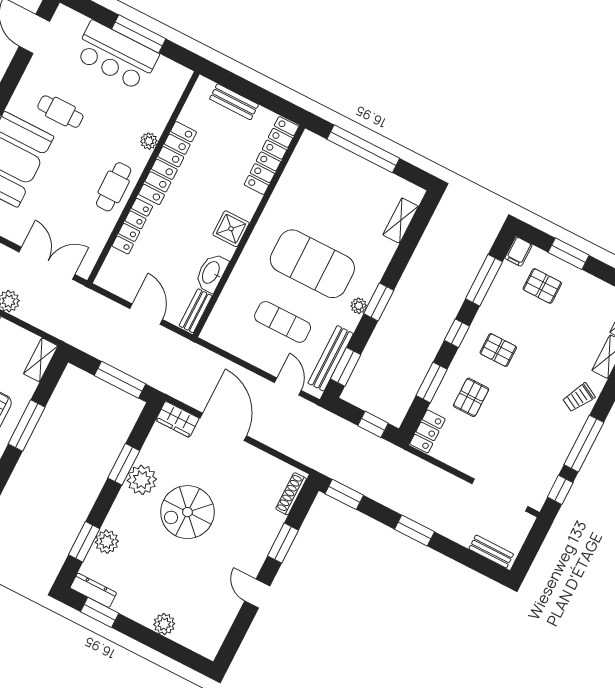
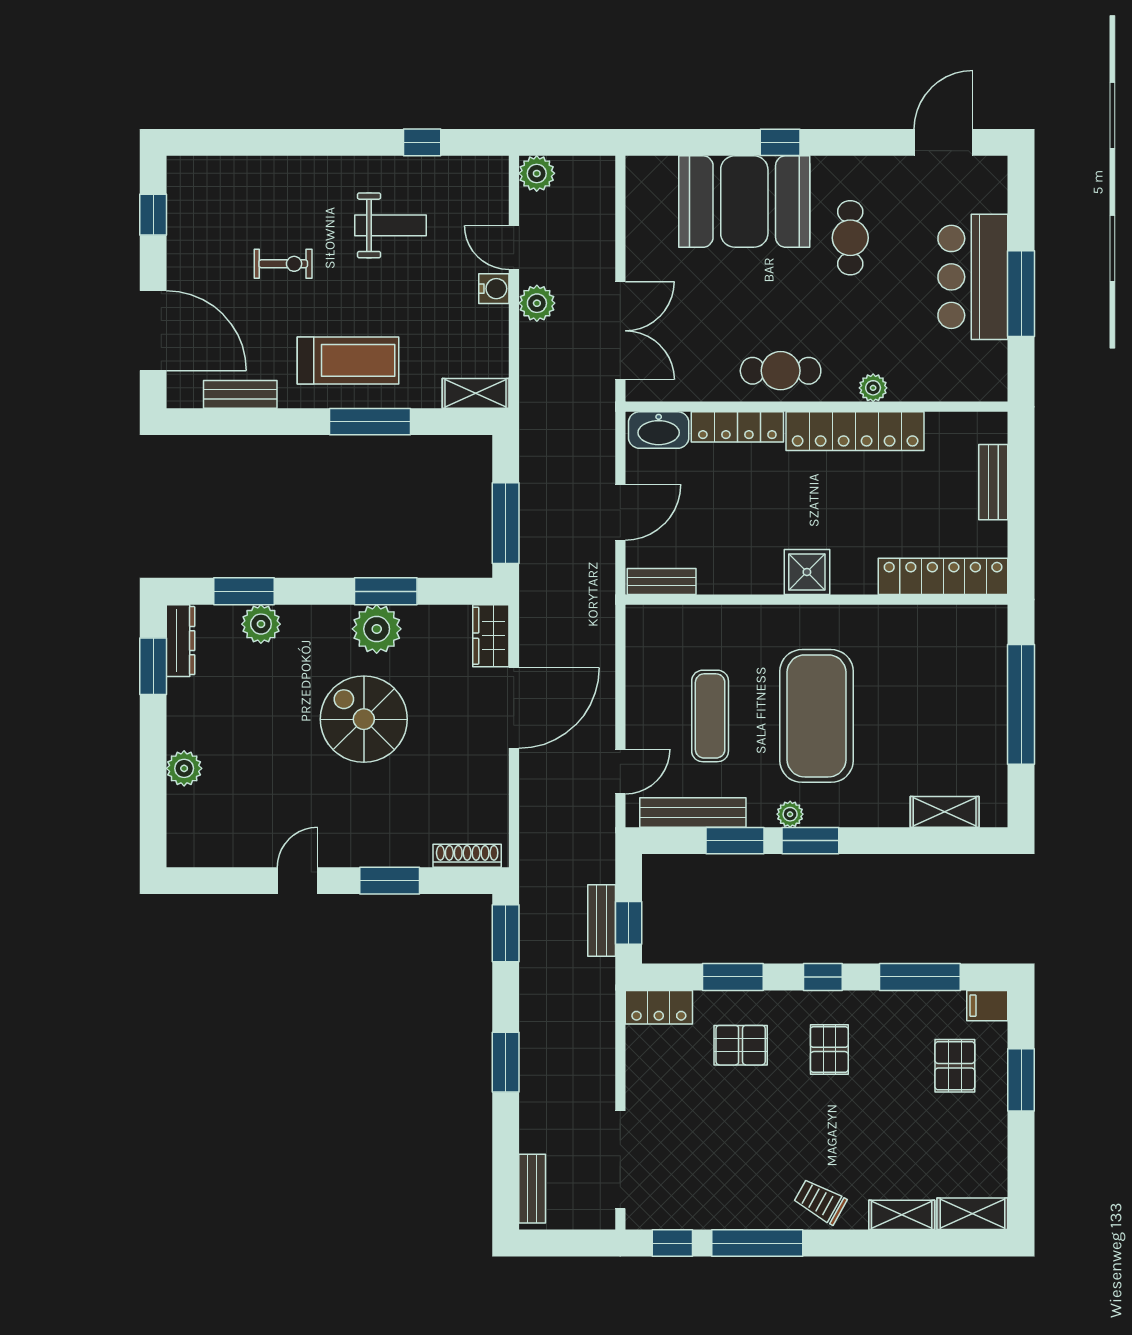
washbasin: (211, 273) -> (659, 430), moved, turned 180
window: (346, 367) -> (735, 841), moved
bench: (364, 438) -> (602, 920), added

